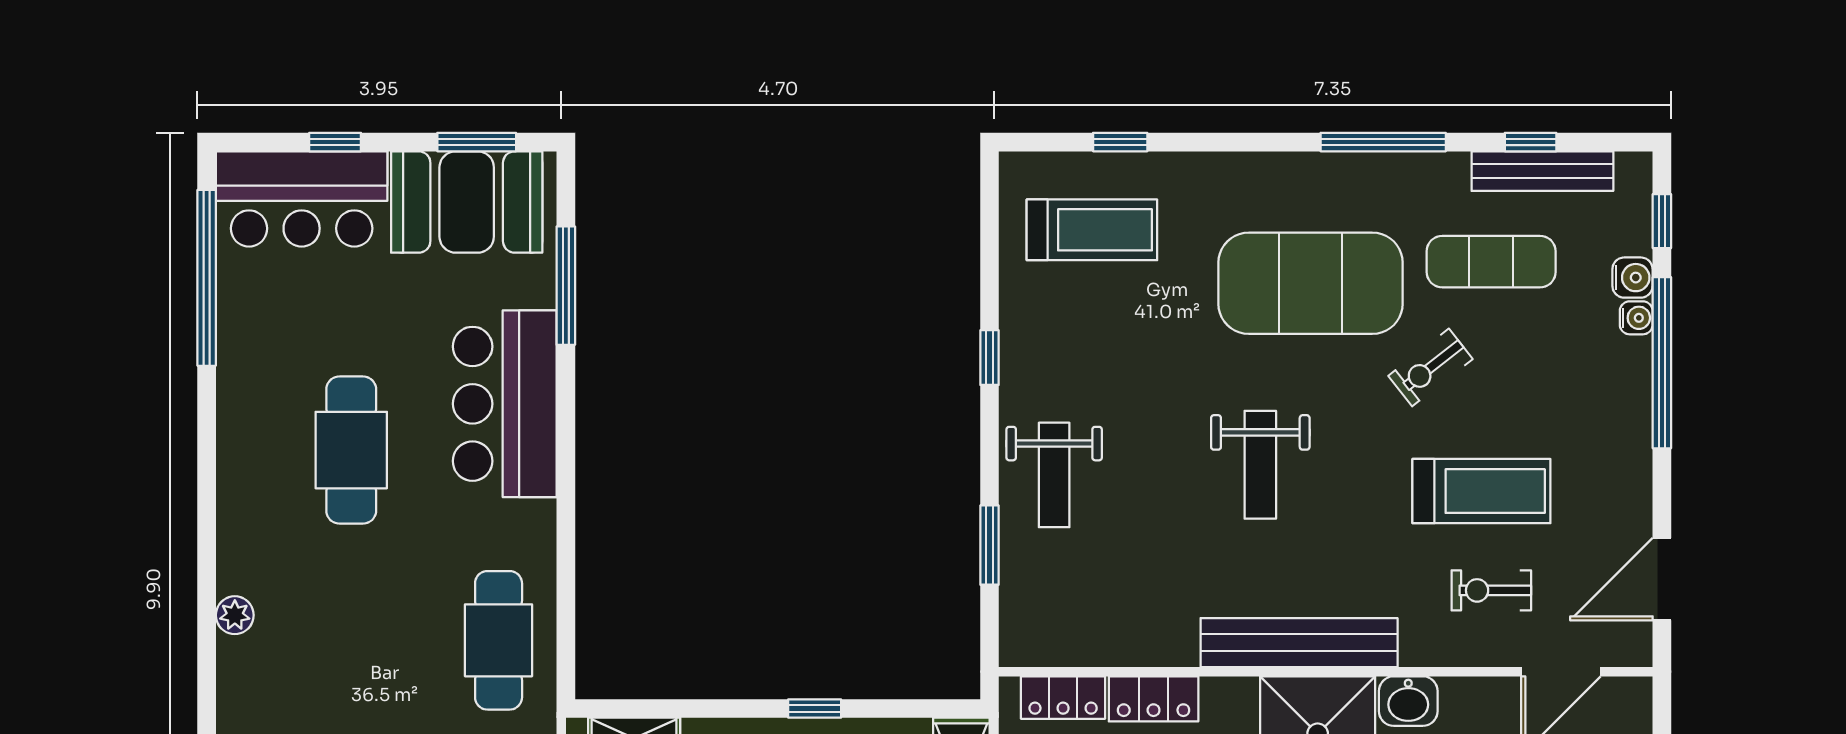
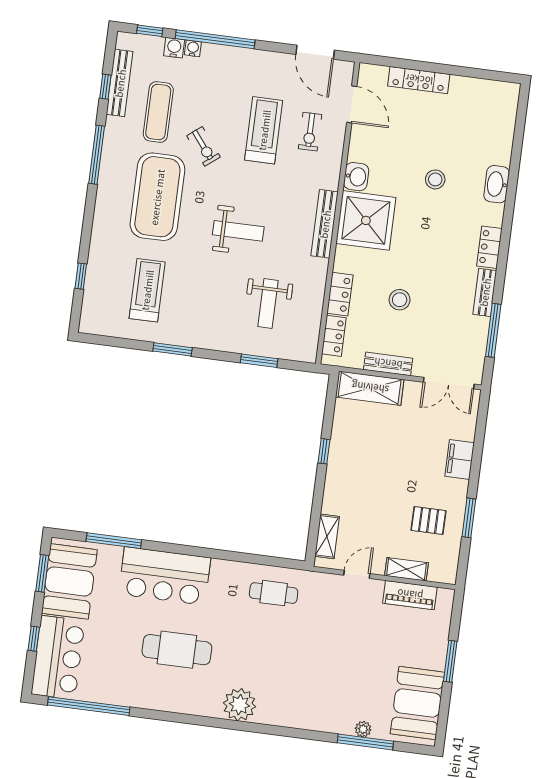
treadmill: (1092, 230) -> (147, 290), moved
window: (990, 358) -> (172, 349), width x1.50
weight bench: (1054, 475) -> (268, 304), moved, turned 90
plant: (235, 615) -> (239, 705), width x1.87, depth x1.87
cafe table: (499, 640) -> (274, 593), width x0.73, depth x0.74
bench: (1299, 643) -> (325, 224), width x0.73, depth x0.82

